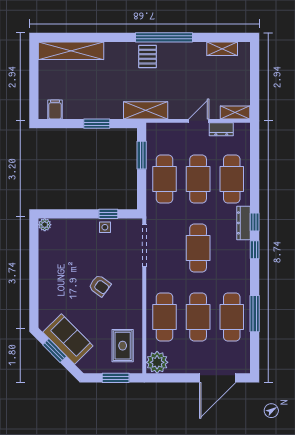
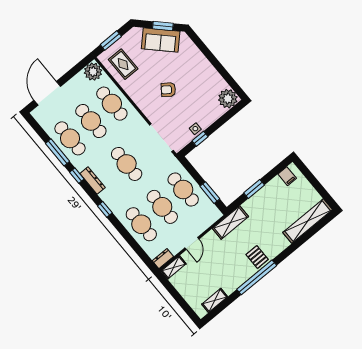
dresser: (221, 129) -> (163, 259), moved
dresser: (244, 223) -> (93, 181), moved
plant: (45, 225) -> (228, 99), width x1.87, depth x1.87
window: (255, 250) -> (77, 176), moved

